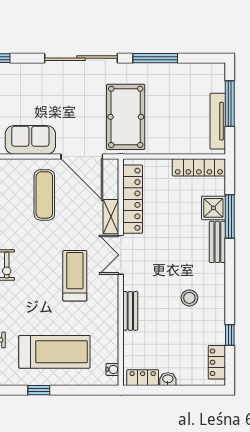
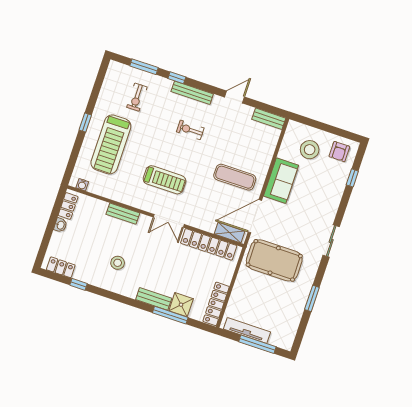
sliding door: (81, 58) -> (331, 241), width x0.54
window: (155, 58) -> (312, 298), width x0.69
shelving: (111, 217) -> (230, 233), moved
double door: (121, 255) -> (169, 221), swing flipped

